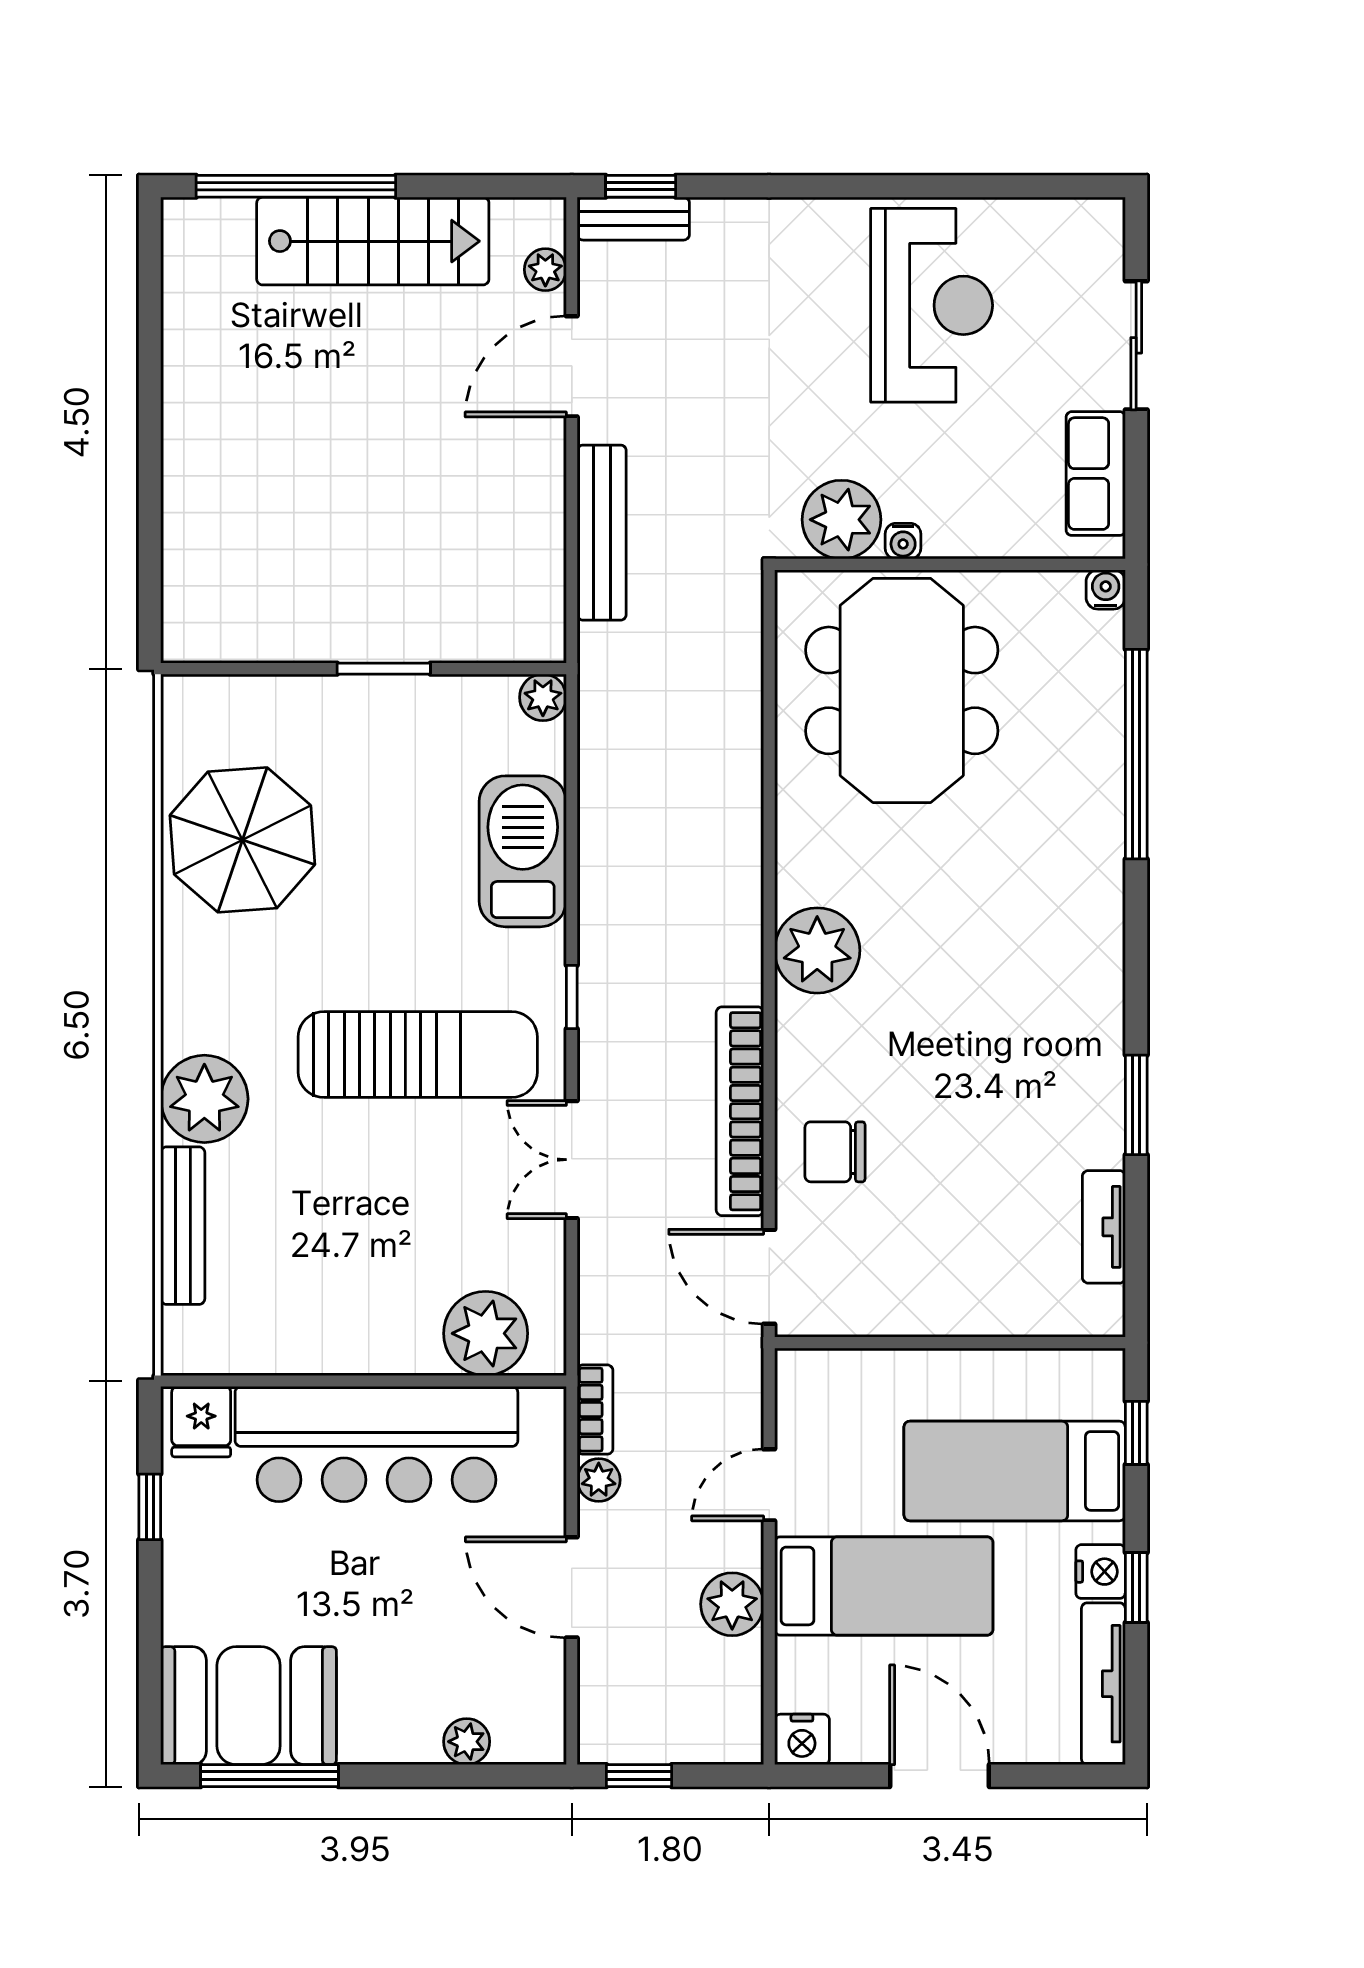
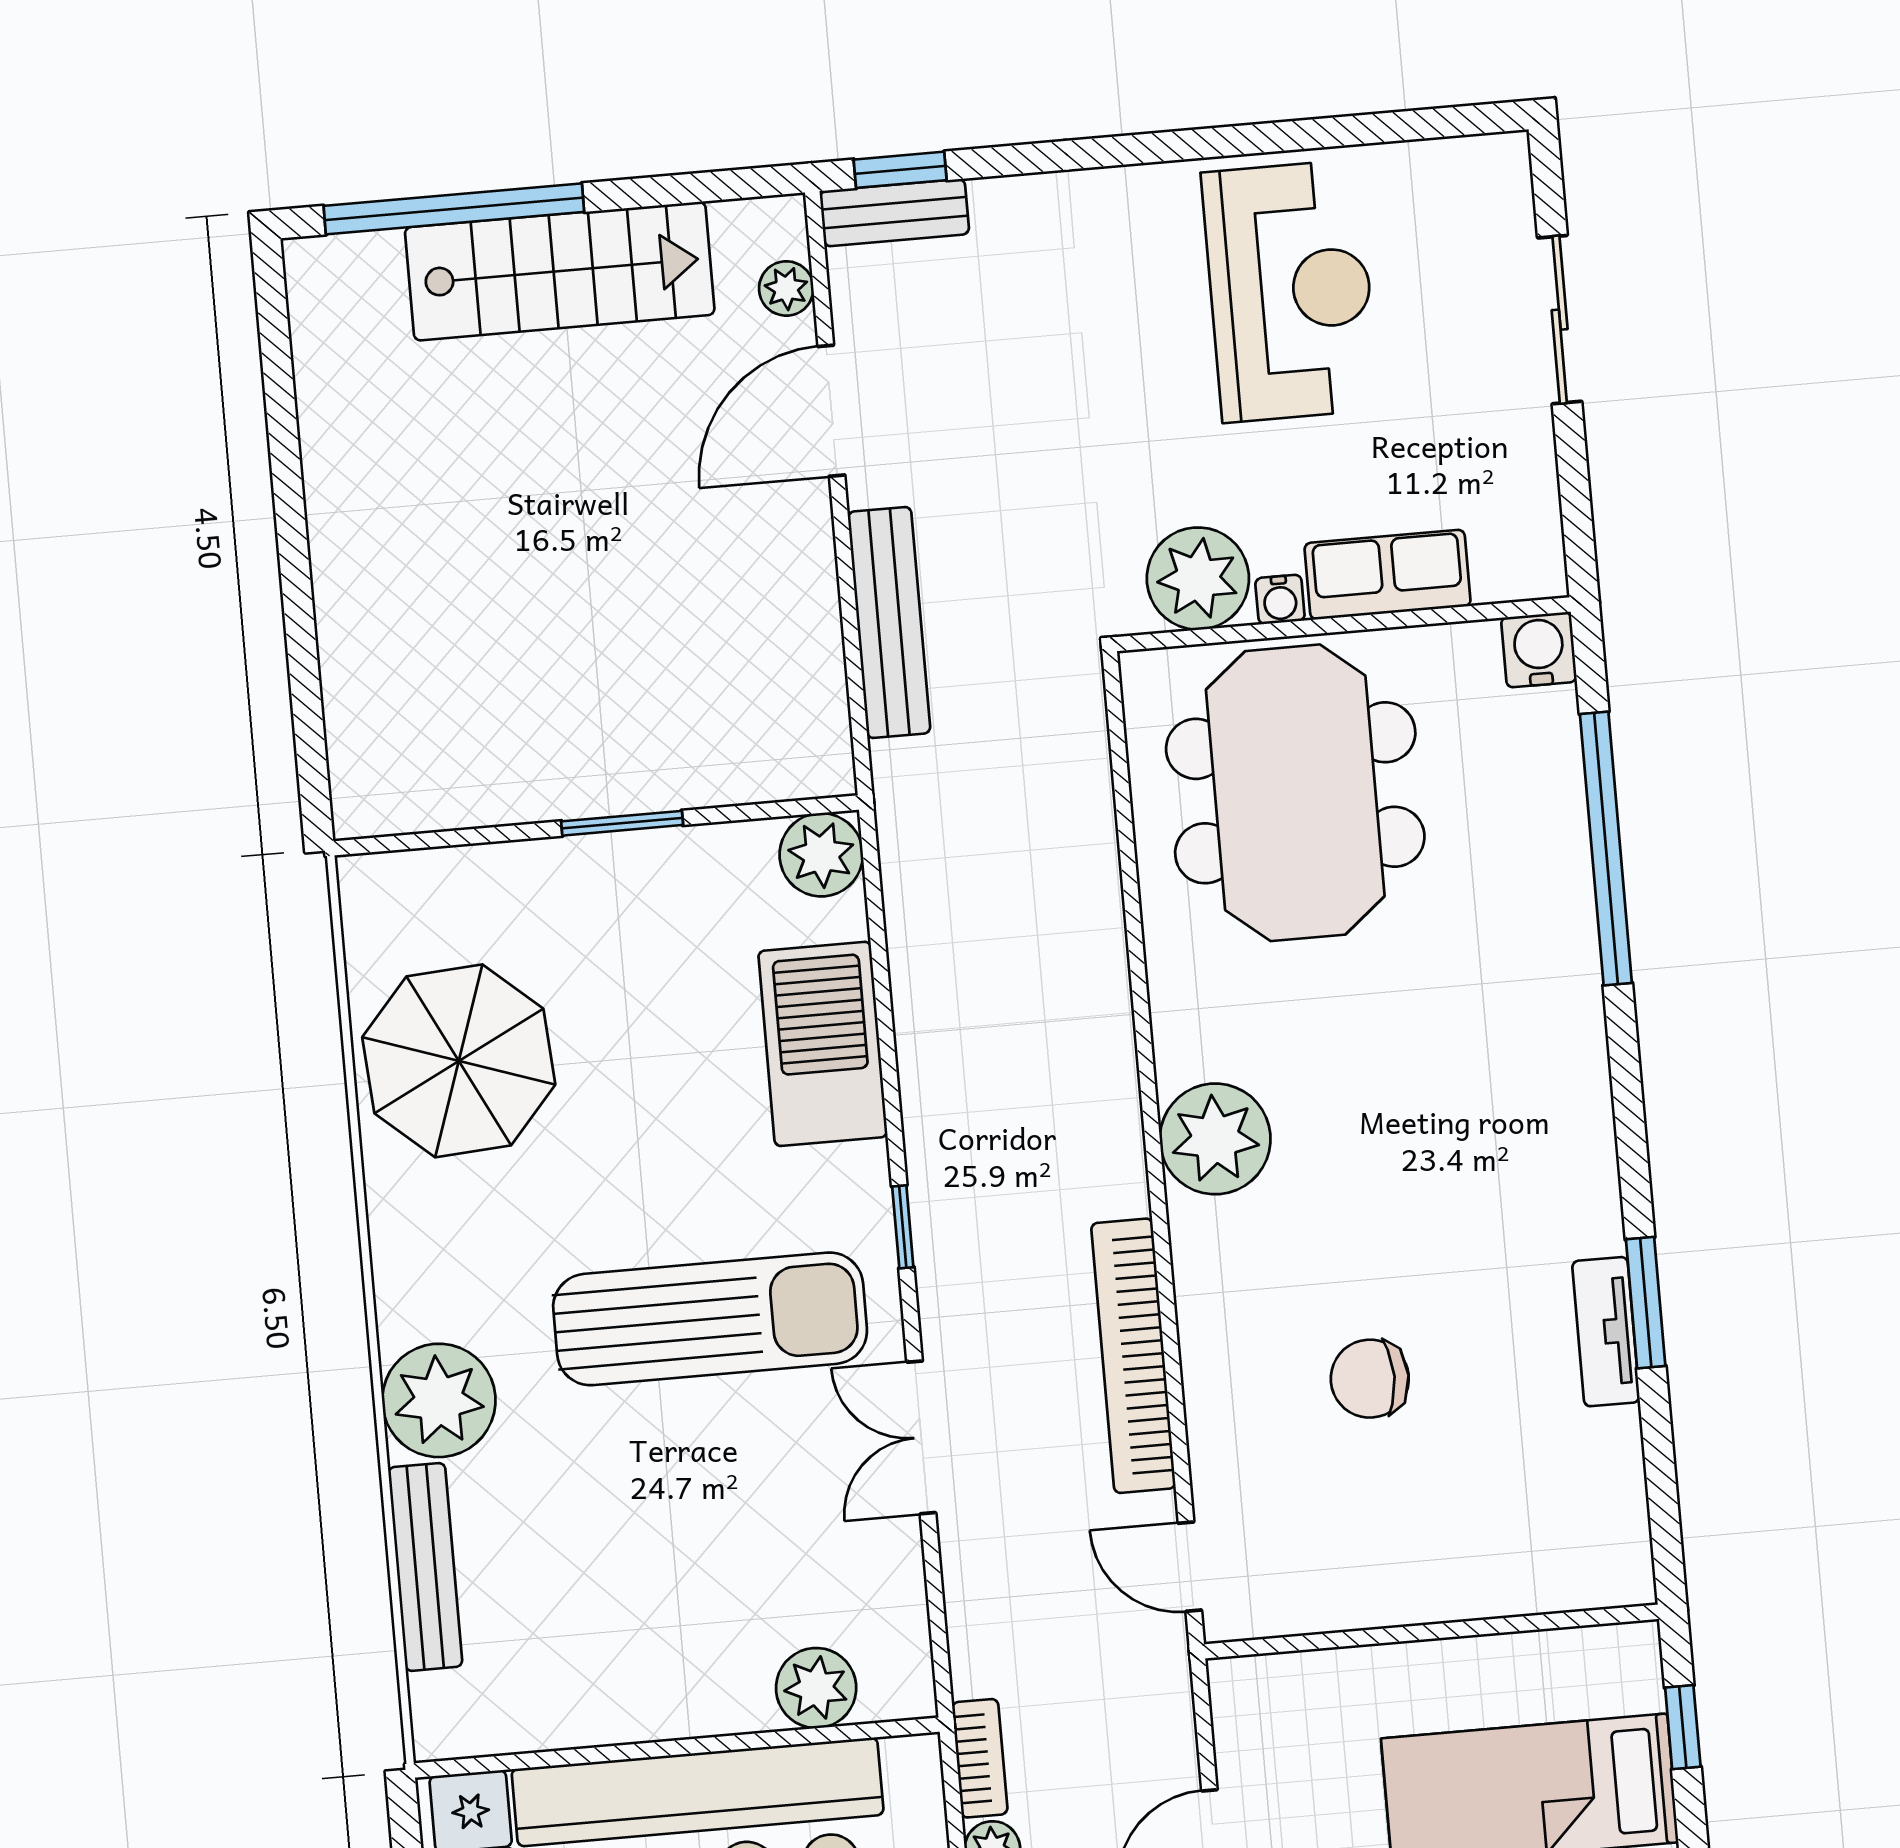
row of seats: (1096, 474) -> (1388, 575), moved, turned 90
water cooler: (1106, 590) -> (1539, 650), width x1.38, depth x1.38
plant: (543, 697) -> (821, 855), width x1.38, depth x1.38
chair: (835, 1152) -> (1370, 1379), moved
tv unit: (1104, 1227) -> (1606, 1332), moved
door: (769, 1277) -> (1190, 1567), width x0.73
plant: (486, 1333) -> (816, 1688), width x0.73, depth x0.73

